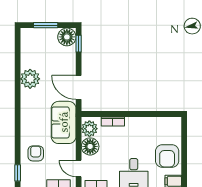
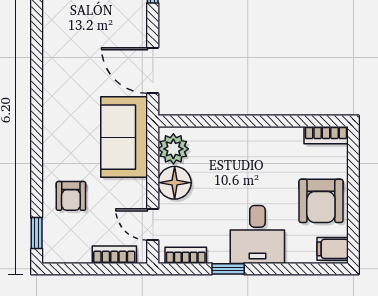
plant: (30, 79) -> (60, 54), removed
bookcase: (113, 121) -> (326, 135), moved
armchair: (36, 153) -> (71, 196), turned 180

